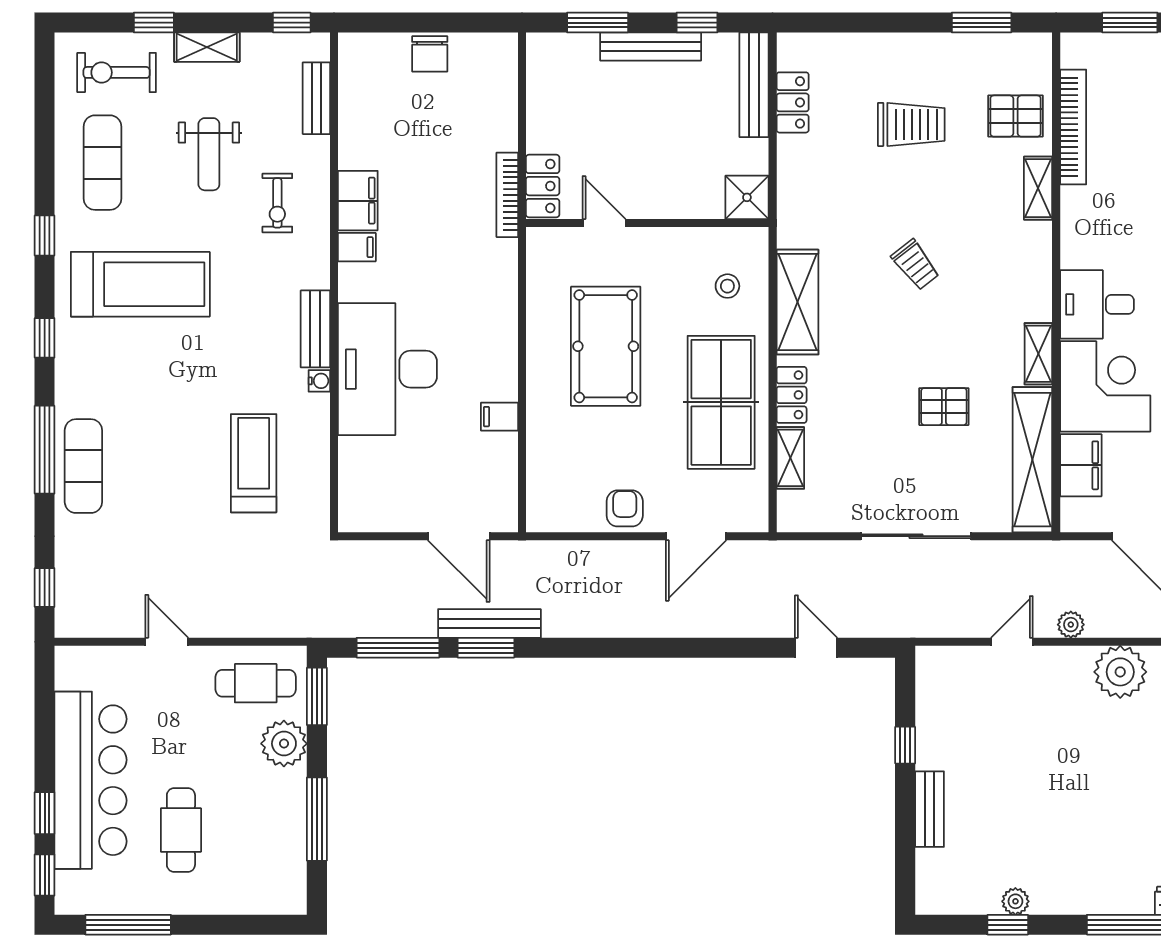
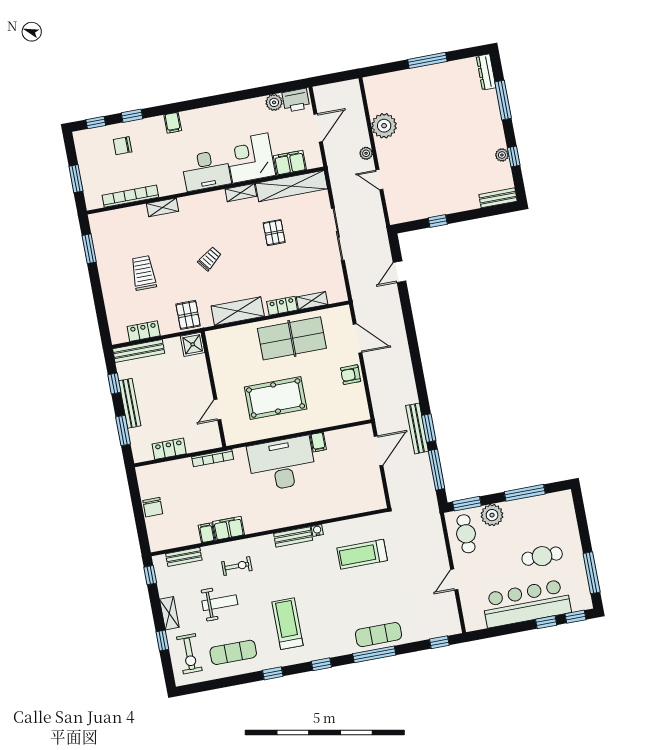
chair: (430, 54) -> (153, 507), turned 90
pallet: (1016, 116) -> (188, 315), moved
locker: (543, 186) -> (169, 449), moved
filing cabinet: (357, 247) -> (207, 533), moved
treadmill: (140, 284) -> (287, 624), width x0.73, depth x0.73
stool: (727, 286) -> (236, 346), removed
desk: (1097, 304) -> (206, 170), width x1.37
desk: (387, 369) -> (282, 464), moved, turned 180
bench: (929, 809) -> (498, 198), moved

